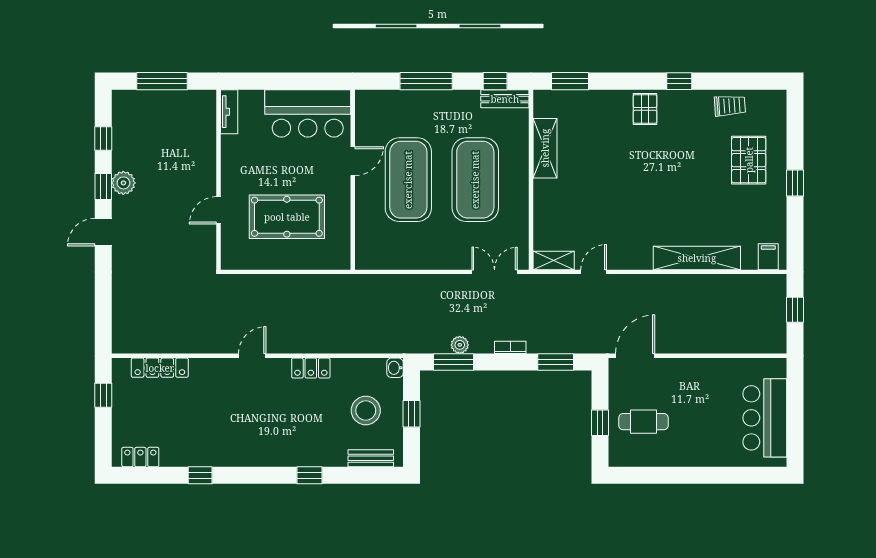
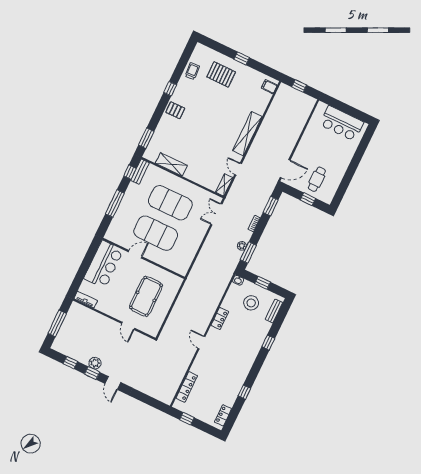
door: (353, 161) -> (135, 254), hinge flipped
shelving: (697, 258) -> (247, 134), moved
door: (635, 356) -> (285, 169), swing flipped

